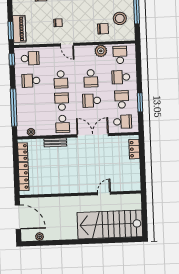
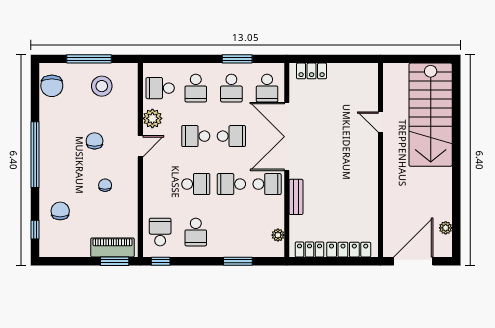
chair: (103, 29) -> (95, 141), moved
door: (67, 45) -> (140, 146), moved
school desk: (91, 78) -> (196, 136), turned 180
school desk: (122, 99) -> (231, 88), turned -90
school desk: (92, 101) -> (231, 136), turned -90
window: (14, 108) -> (238, 261), width x0.47
school desk: (123, 122) -> (267, 88), turned 180
double door: (93, 135) -> (287, 137), width x1.36

